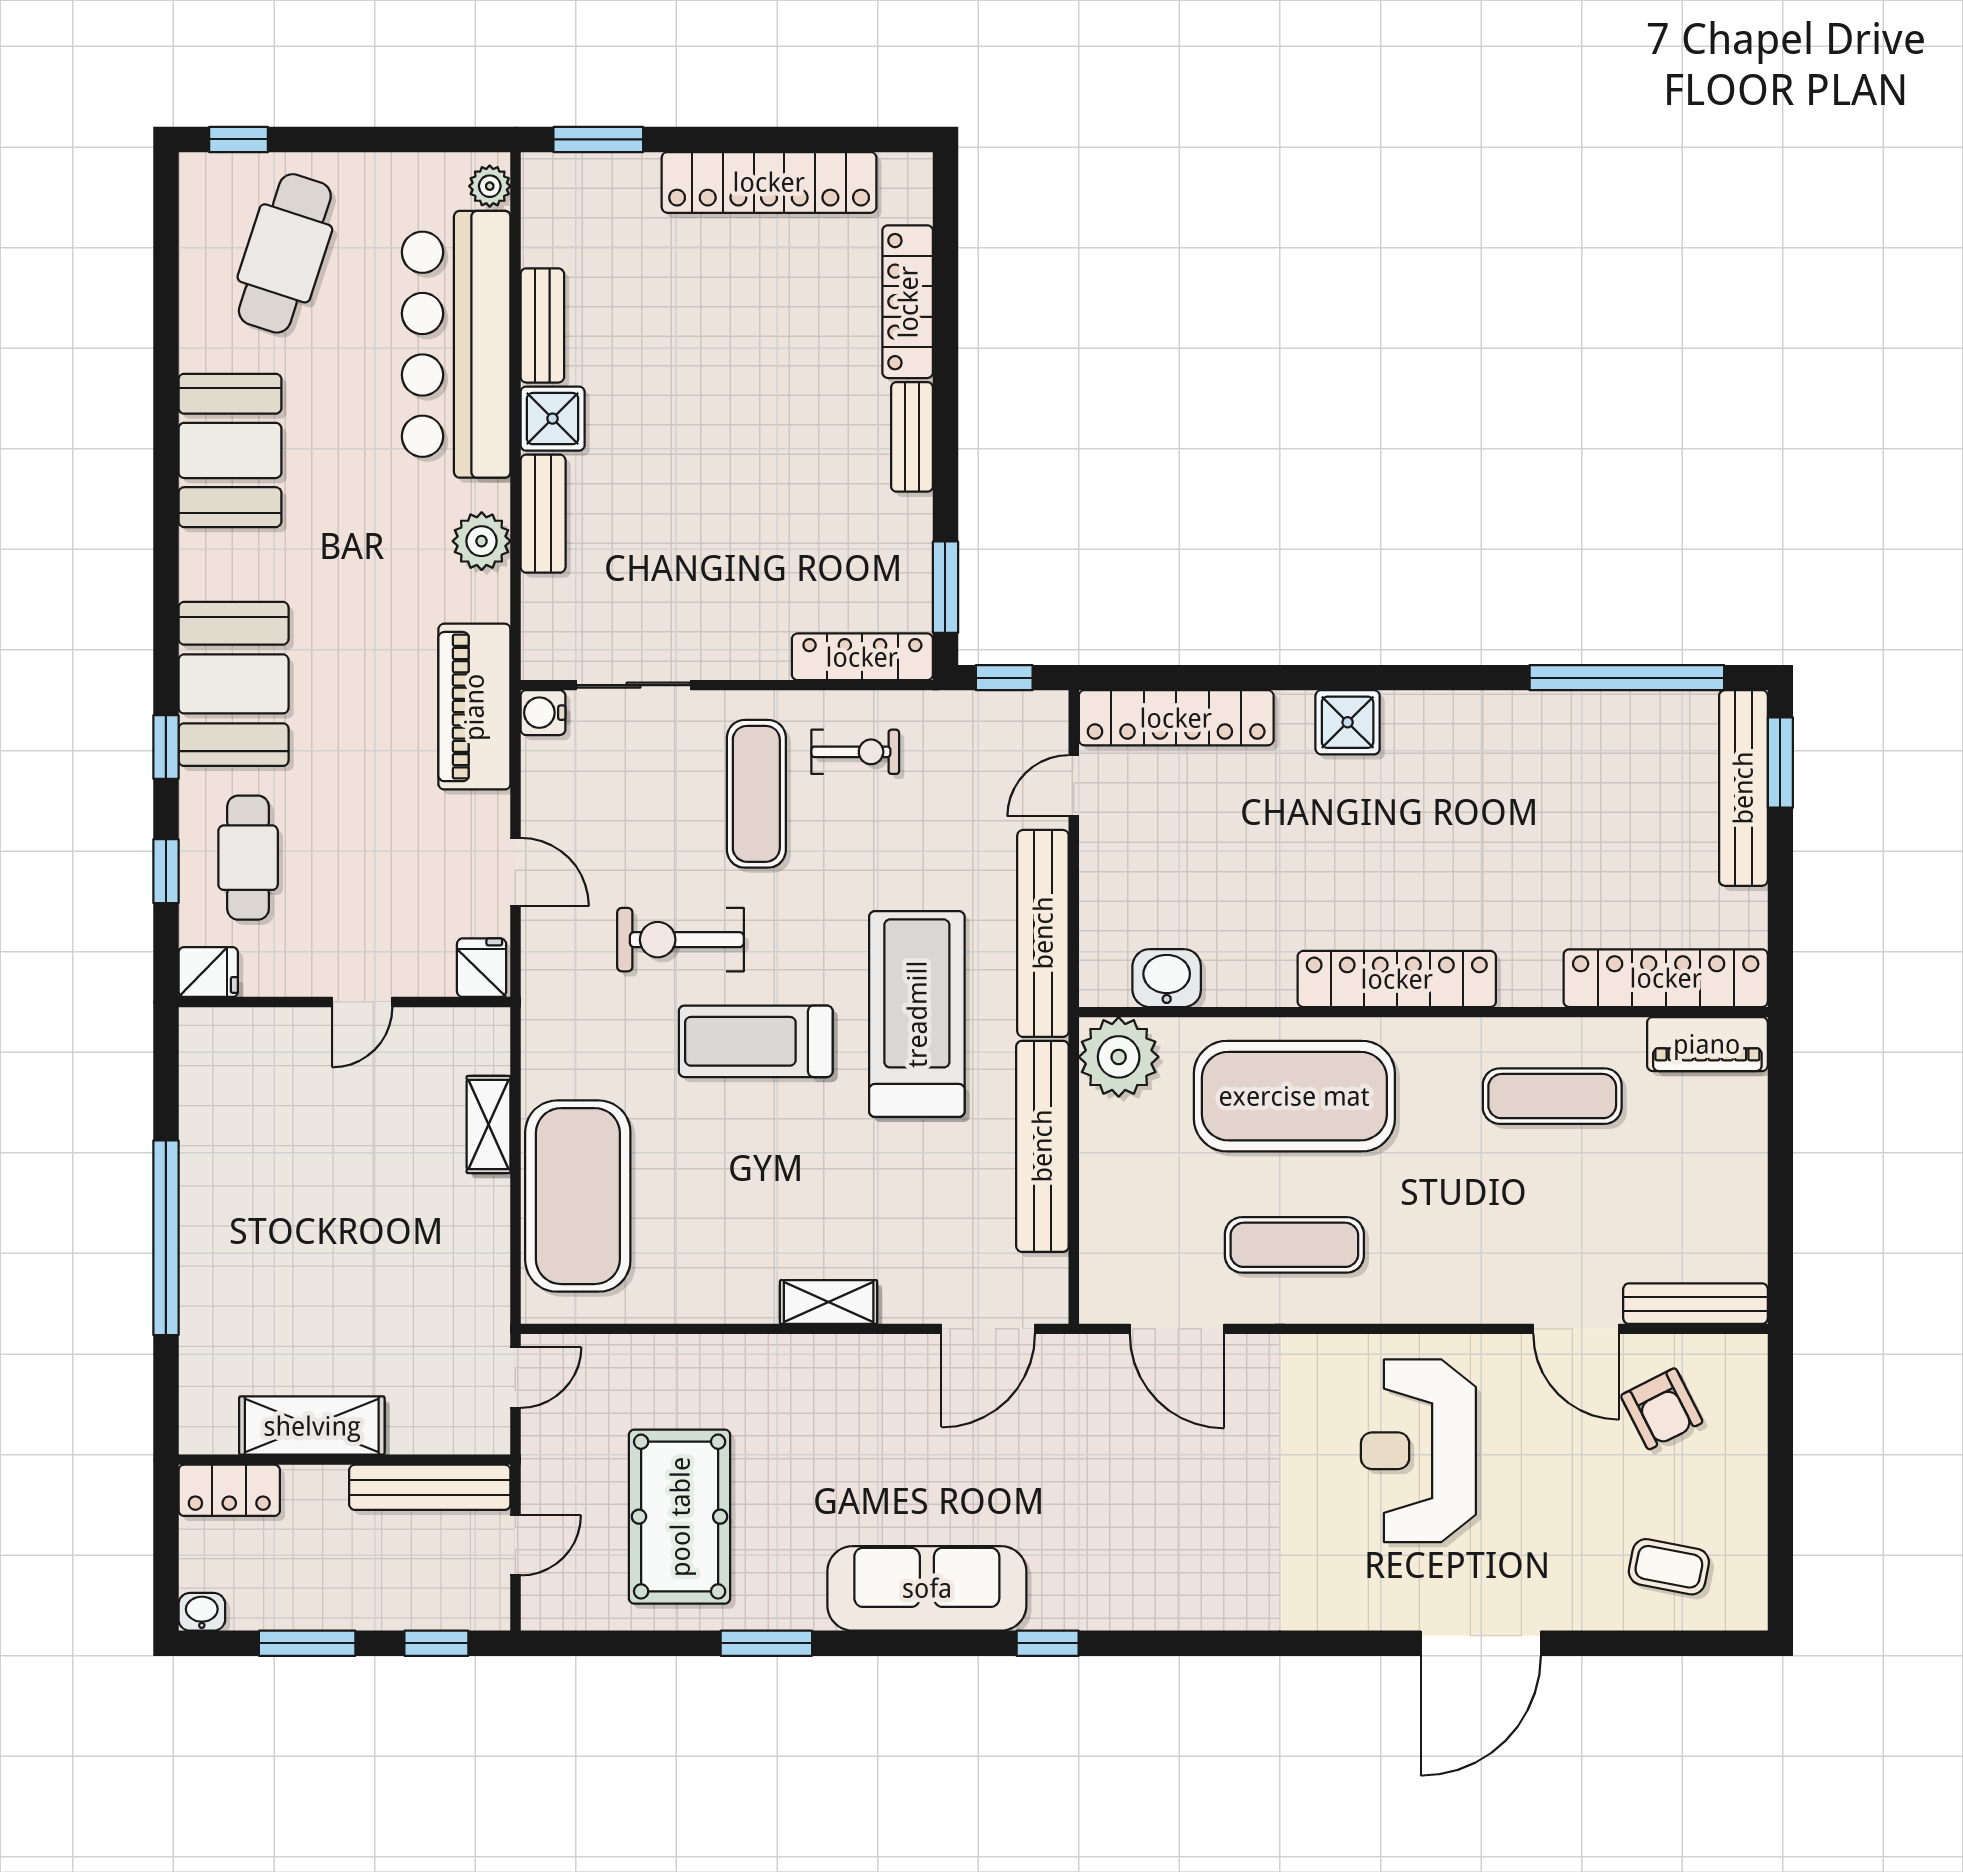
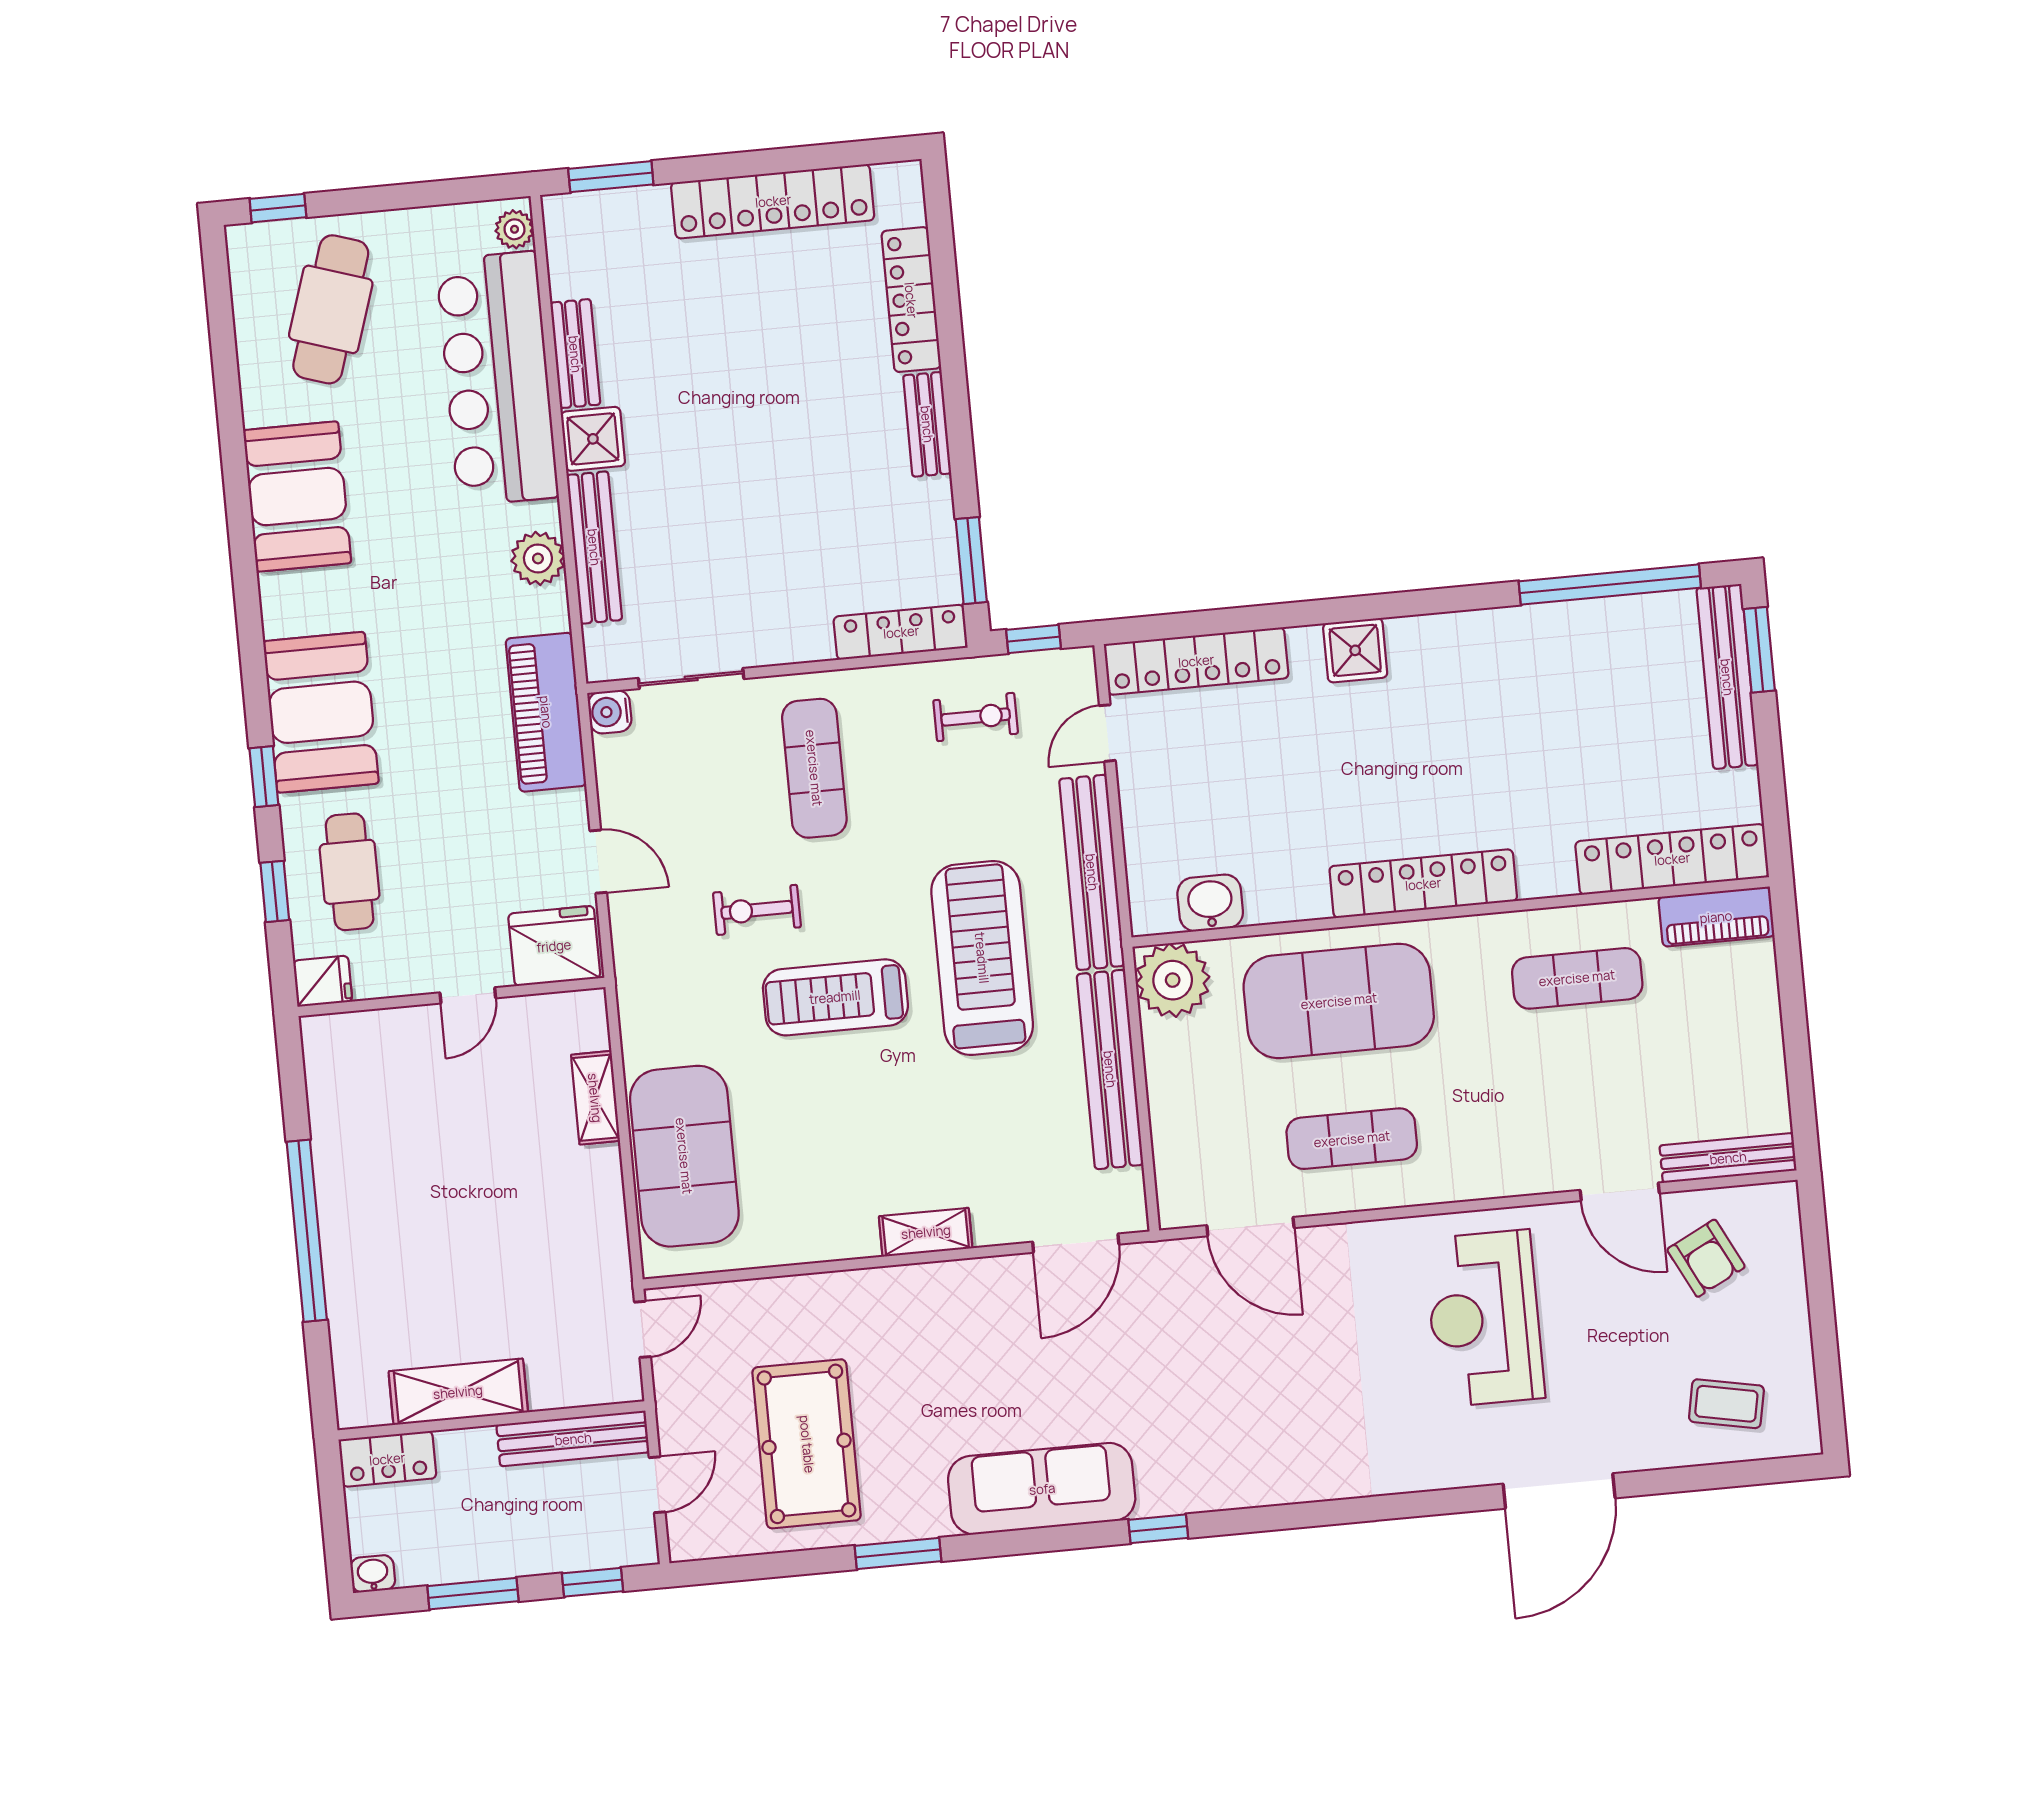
bench: (543, 514) -> (594, 547), width x1.36
exercise bike: (855, 752) -> (976, 717), moved
exercise bike: (680, 940) -> (757, 910), width x0.73, depth x0.72
fridge: (482, 968) -> (554, 946), width x1.88, depth x1.34

